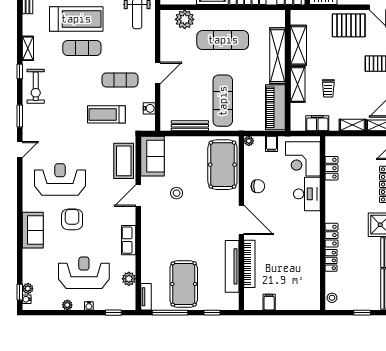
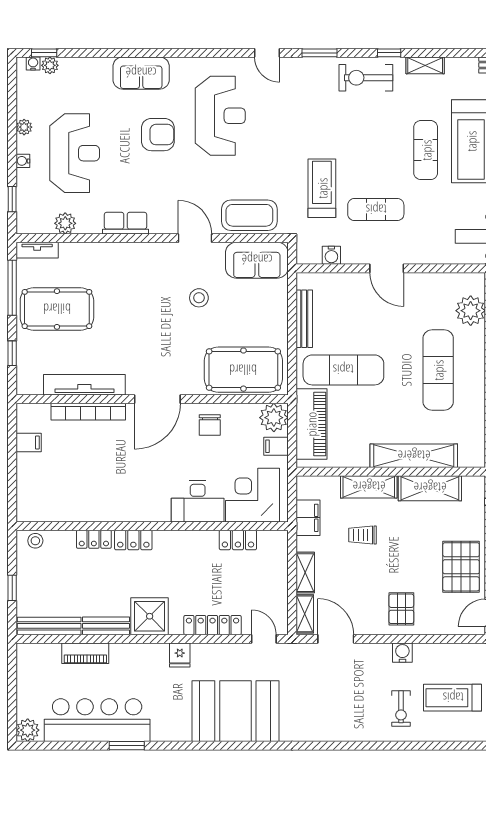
exercise mat: (120, 80) -> (376, 210), turned 90
piano: (275, 107) -> (311, 424), moved, turned 90
plant: (249, 141) -> (274, 418), width x1.88, depth x1.88

